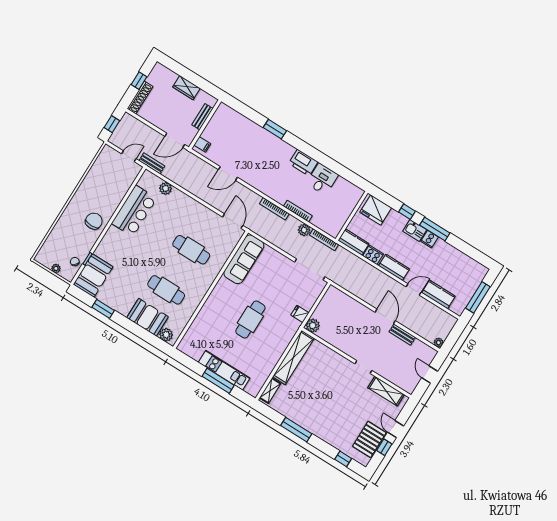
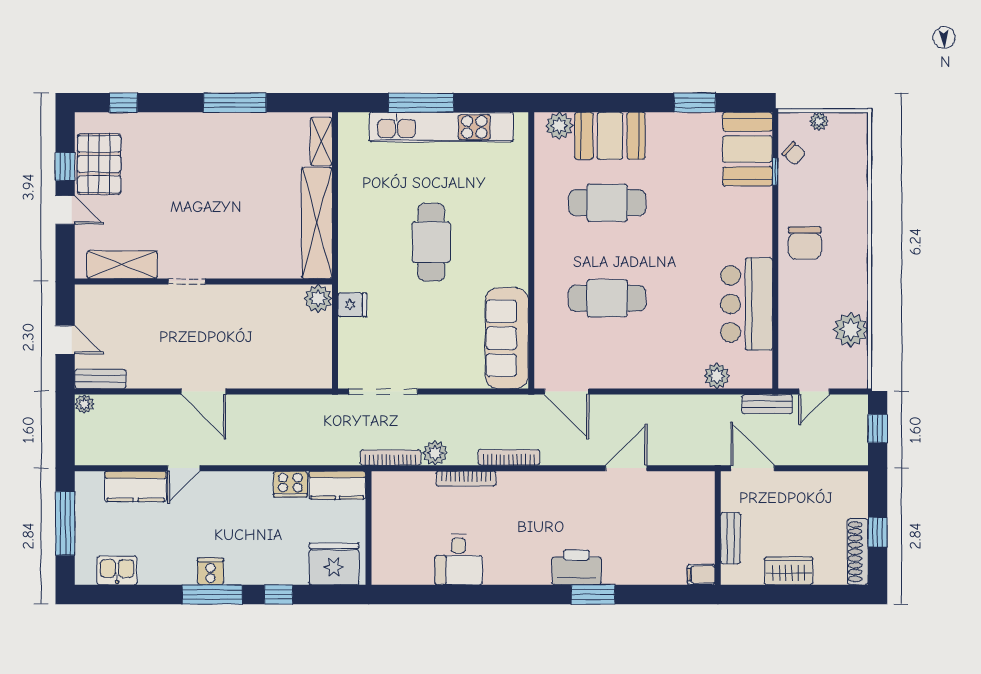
shoe rack: (140, 98) -> (858, 552), moved
door: (175, 140) -> (753, 468), hinge flipped
filing cabinet: (202, 144) -> (701, 575), moved
printer: (303, 163) -> (577, 567), moved
plant: (97, 173) -> (851, 330), added
kitchen sink: (415, 230) -> (117, 570), moved
kitchen counter: (394, 267) -> (241, 485), removed
bench: (402, 335) -> (100, 379), moved
kitchen unit: (224, 370) -> (441, 127), width x1.36

